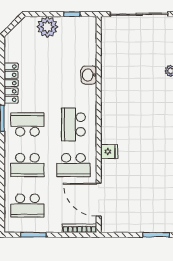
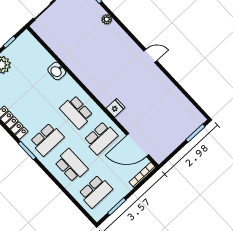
school desk: (27, 124) -> (47, 139), turned 180
school desk: (27, 165) -> (71, 165), turned -90

